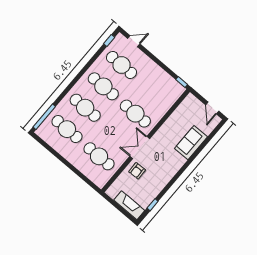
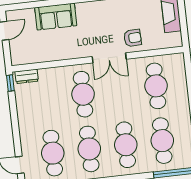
dresser: (176, 94) -> (27, 76), added

